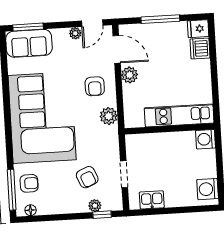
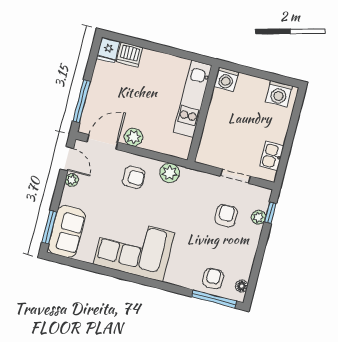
window: (160, 19) -> (82, 101), moved
corner sofa: (42, 118) -> (134, 249), width x0.73, depth x0.74
armchair: (87, 177) -> (226, 216), turned -67

